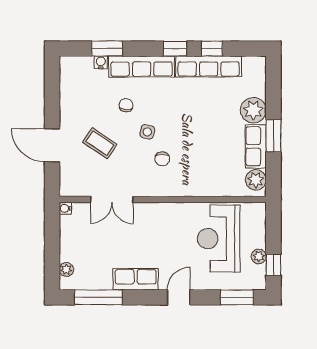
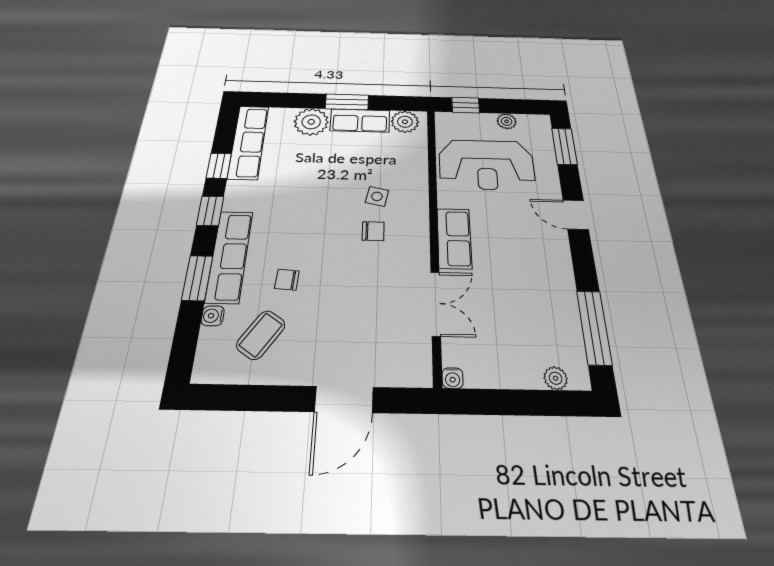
window: (107, 49) -> (197, 278), moved
row of seats: (209, 66) -> (248, 142), moved
side table: (147, 132) -> (377, 196), moved
coffee table: (100, 143) -> (261, 335), moved
window: (273, 265) -> (466, 105), moved
row of seats: (136, 279) -> (454, 238), moved, turned 180

